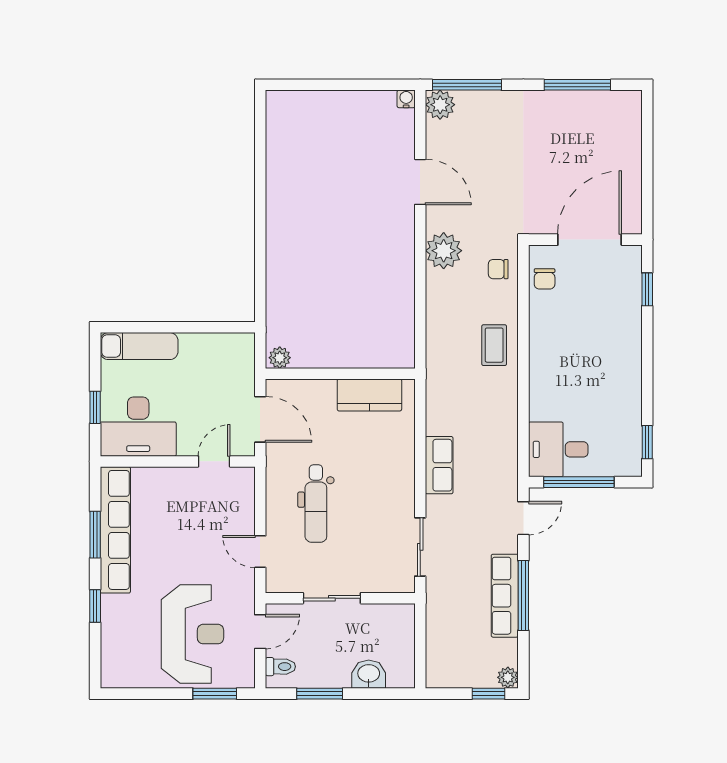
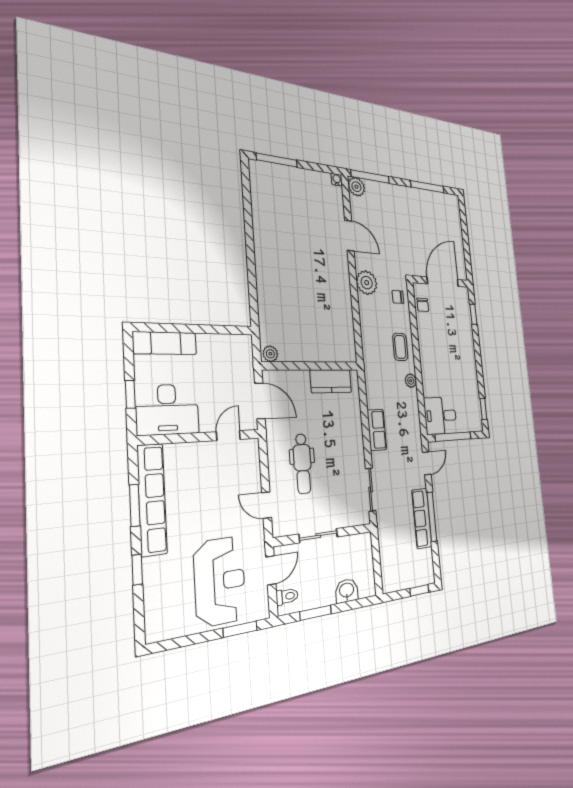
window: (310, 85) -> (277, 160), added
plant: (508, 677) -> (411, 381), moved

